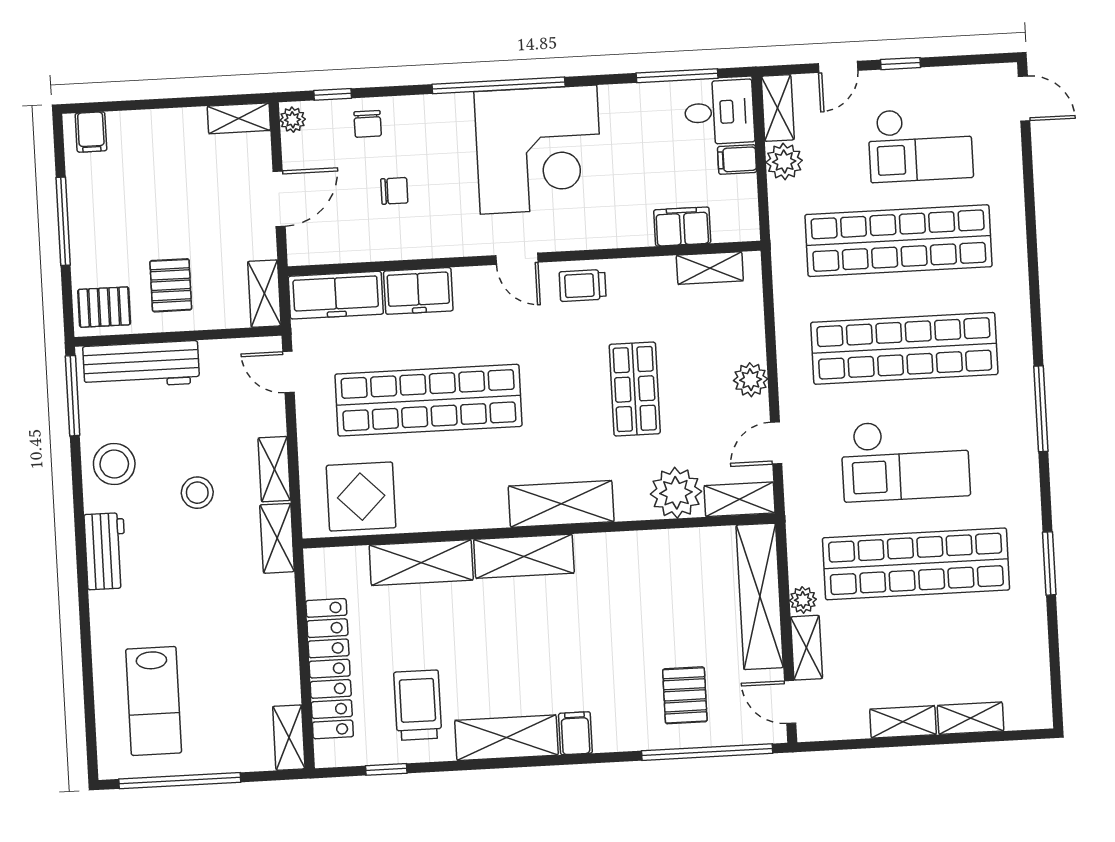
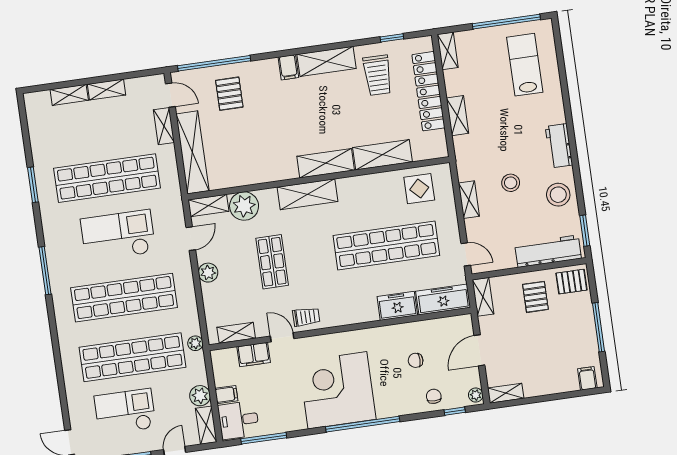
door: (517, 259) -> (282, 337), moved
window: (73, 396) -> (585, 231), width x0.69
display table: (361, 497) -> (419, 189), width x0.73, depth x0.73
shelving: (277, 538) -> (457, 116), moved
plant: (803, 600) -> (195, 343), moved

